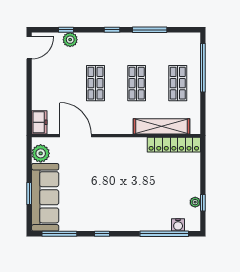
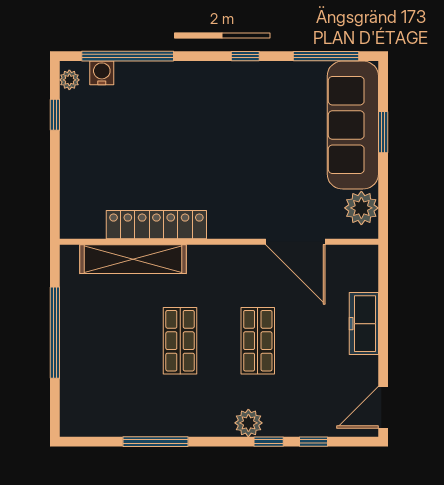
window: (112, 30) -> (269, 442), moved
plant: (70, 40) -> (248, 423), moved
window: (203, 68) -> (55, 333), moved
shop shelf: (178, 83) -> (102, 341), removed
freezer: (39, 122) -> (364, 324), moved, width x1.40
locker: (174, 145) -> (156, 225), moved
plant: (195, 202) -> (69, 80), moved

